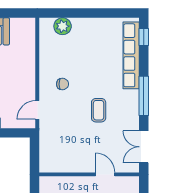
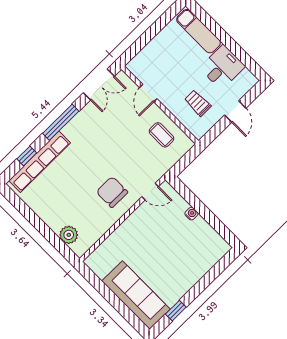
window: (144, 37) -> (27, 156), moved
chair: (63, 84) -> (112, 192), width x1.87, depth x1.87
coffee table: (99, 110) -> (161, 135), moved, turned 90

